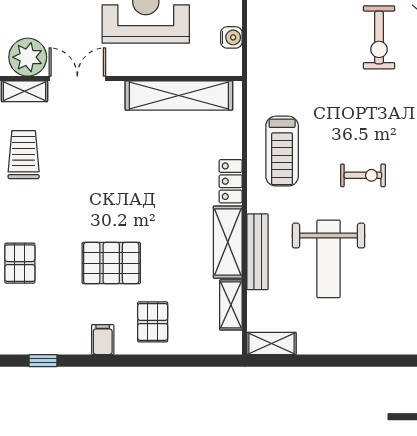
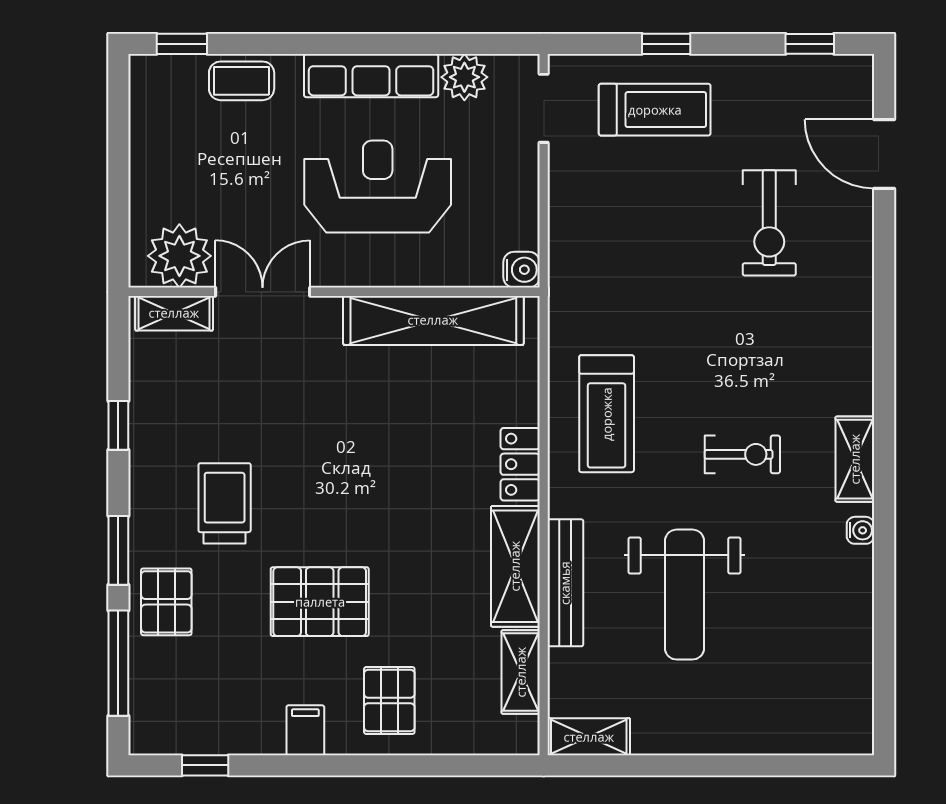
water cooler: (231, 37) -> (521, 270), moved
trolley: (24, 155) -> (225, 503), moved

